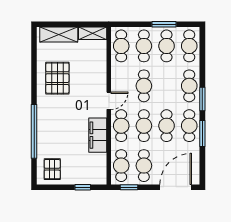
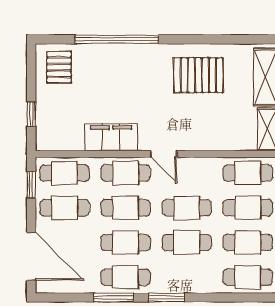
cafe table: (189, 86) -> (187, 243), moved
pallet: (52, 169) -> (59, 67), turned 90

